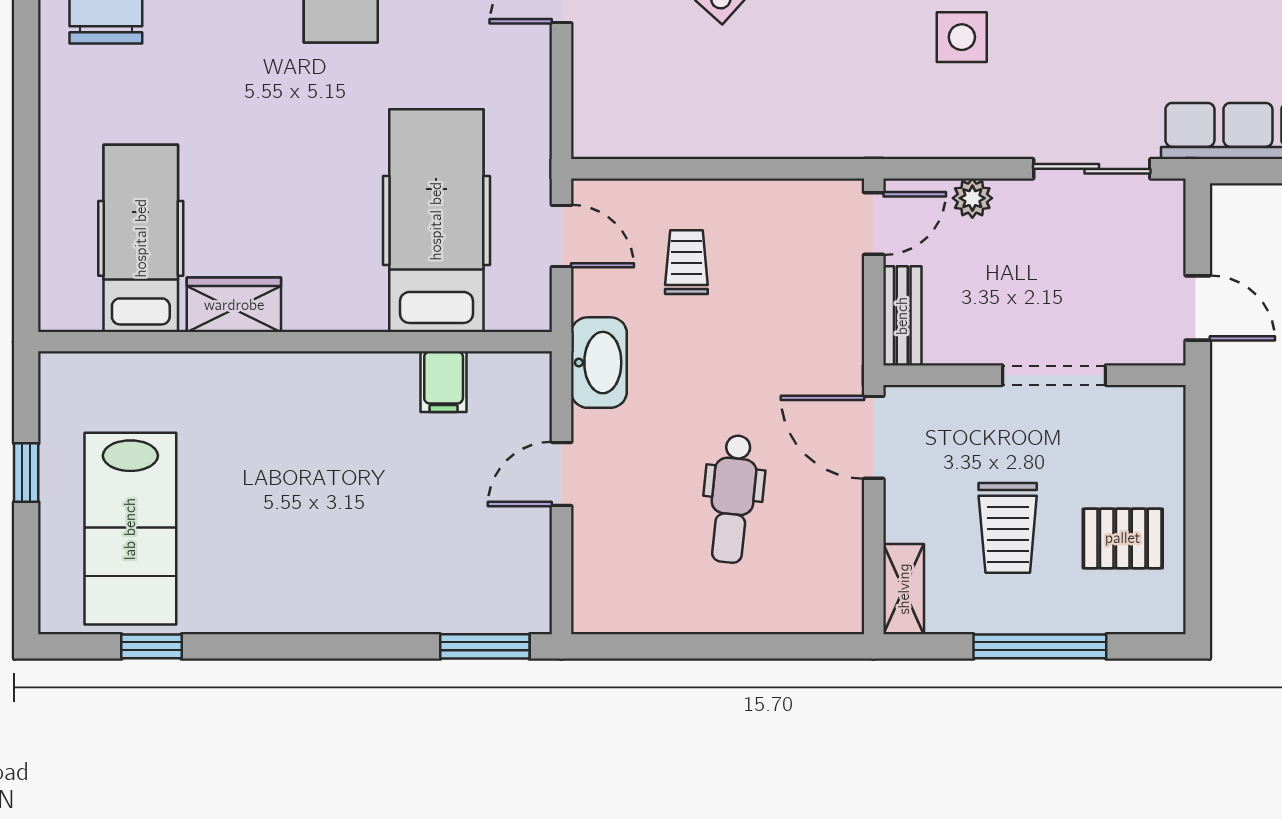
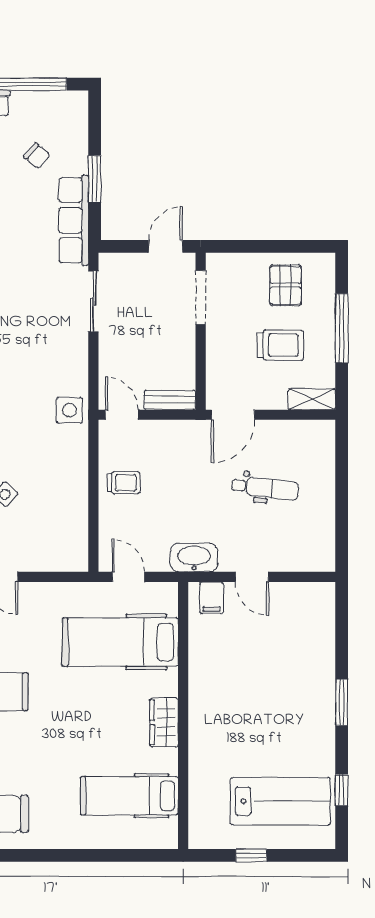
side table: (962, 37) -> (70, 410), moved
plant: (972, 198) -> (109, 363), removed
door: (562, 236) -> (128, 577), hinge flipped
trolley: (686, 262) -> (123, 483), moved, turned 180
wardrobe: (234, 305) -> (164, 723), moved
doorway: (1054, 375) -> (201, 297), moved
filing cabinet: (444, 382) -> (212, 598), moved, turned 90
window: (485, 646) -> (342, 702), moved

